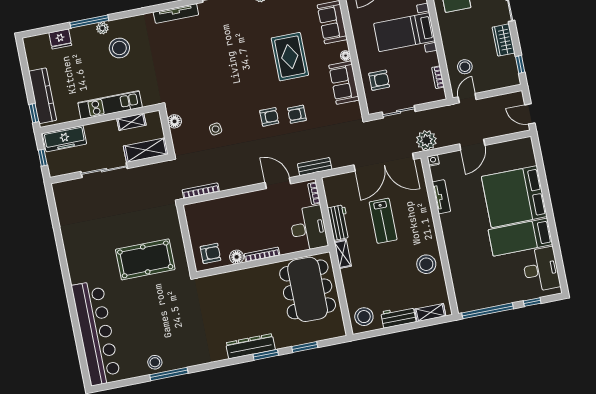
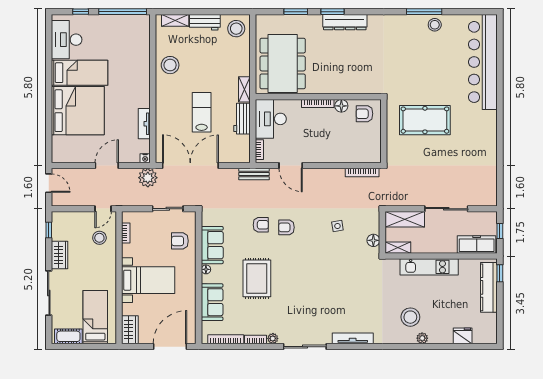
window: (89, 22) -> (433, 347), removed
shelving: (131, 122) -> (398, 248), moved

